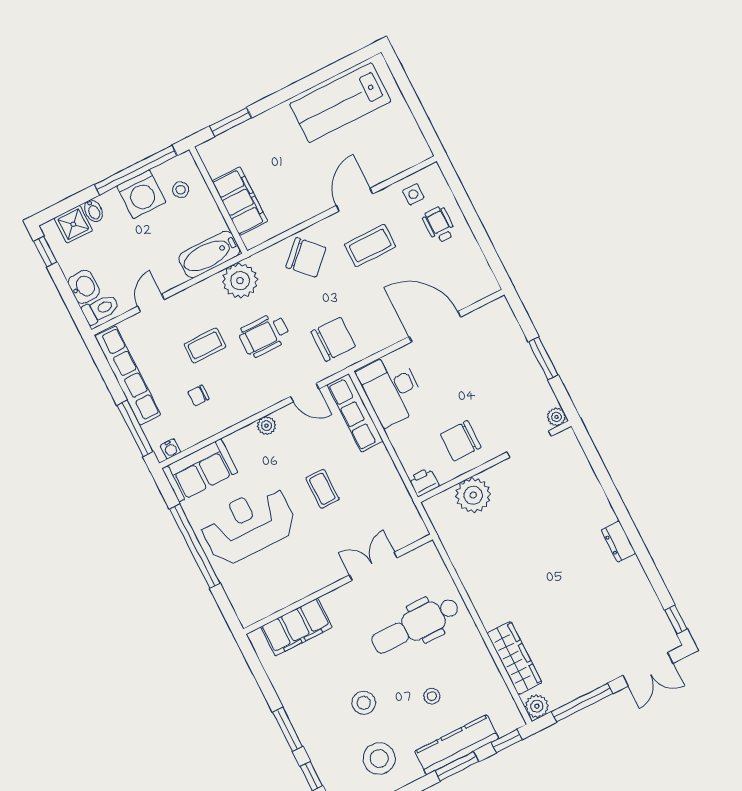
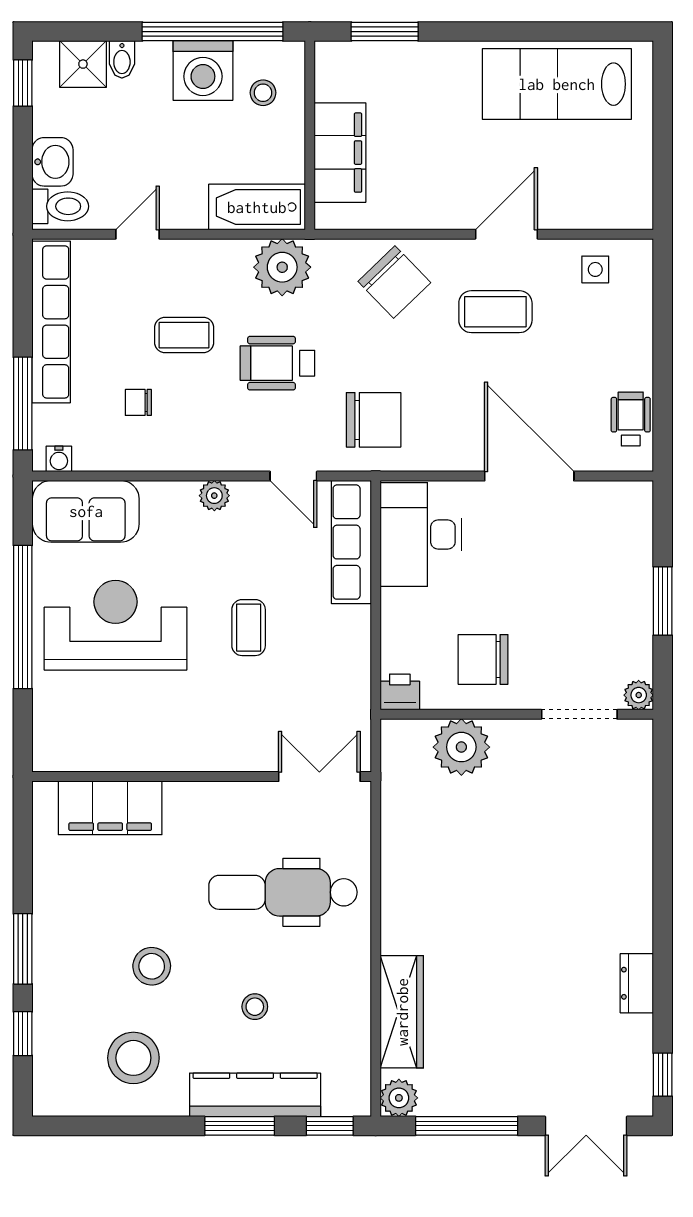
wheelchair: (439, 225) -> (631, 419), moved
dresser: (618, 542) -> (637, 983), moved
double door: (373, 566) -> (319, 777), moved

